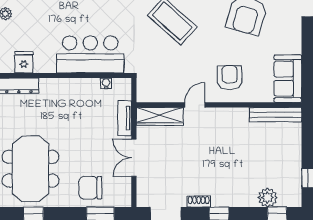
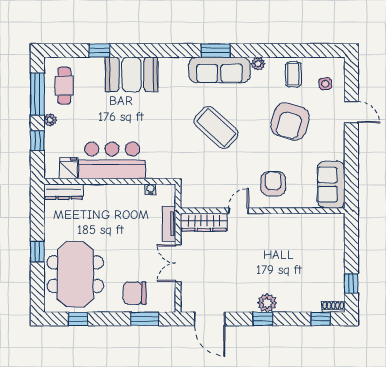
bar counter: (90, 54) -> (112, 160), moved
bench: (275, 115) -> (319, 220), removed
plant: (267, 198) -> (267, 303), moved
shoe rack: (199, 202) -> (333, 307), moved

